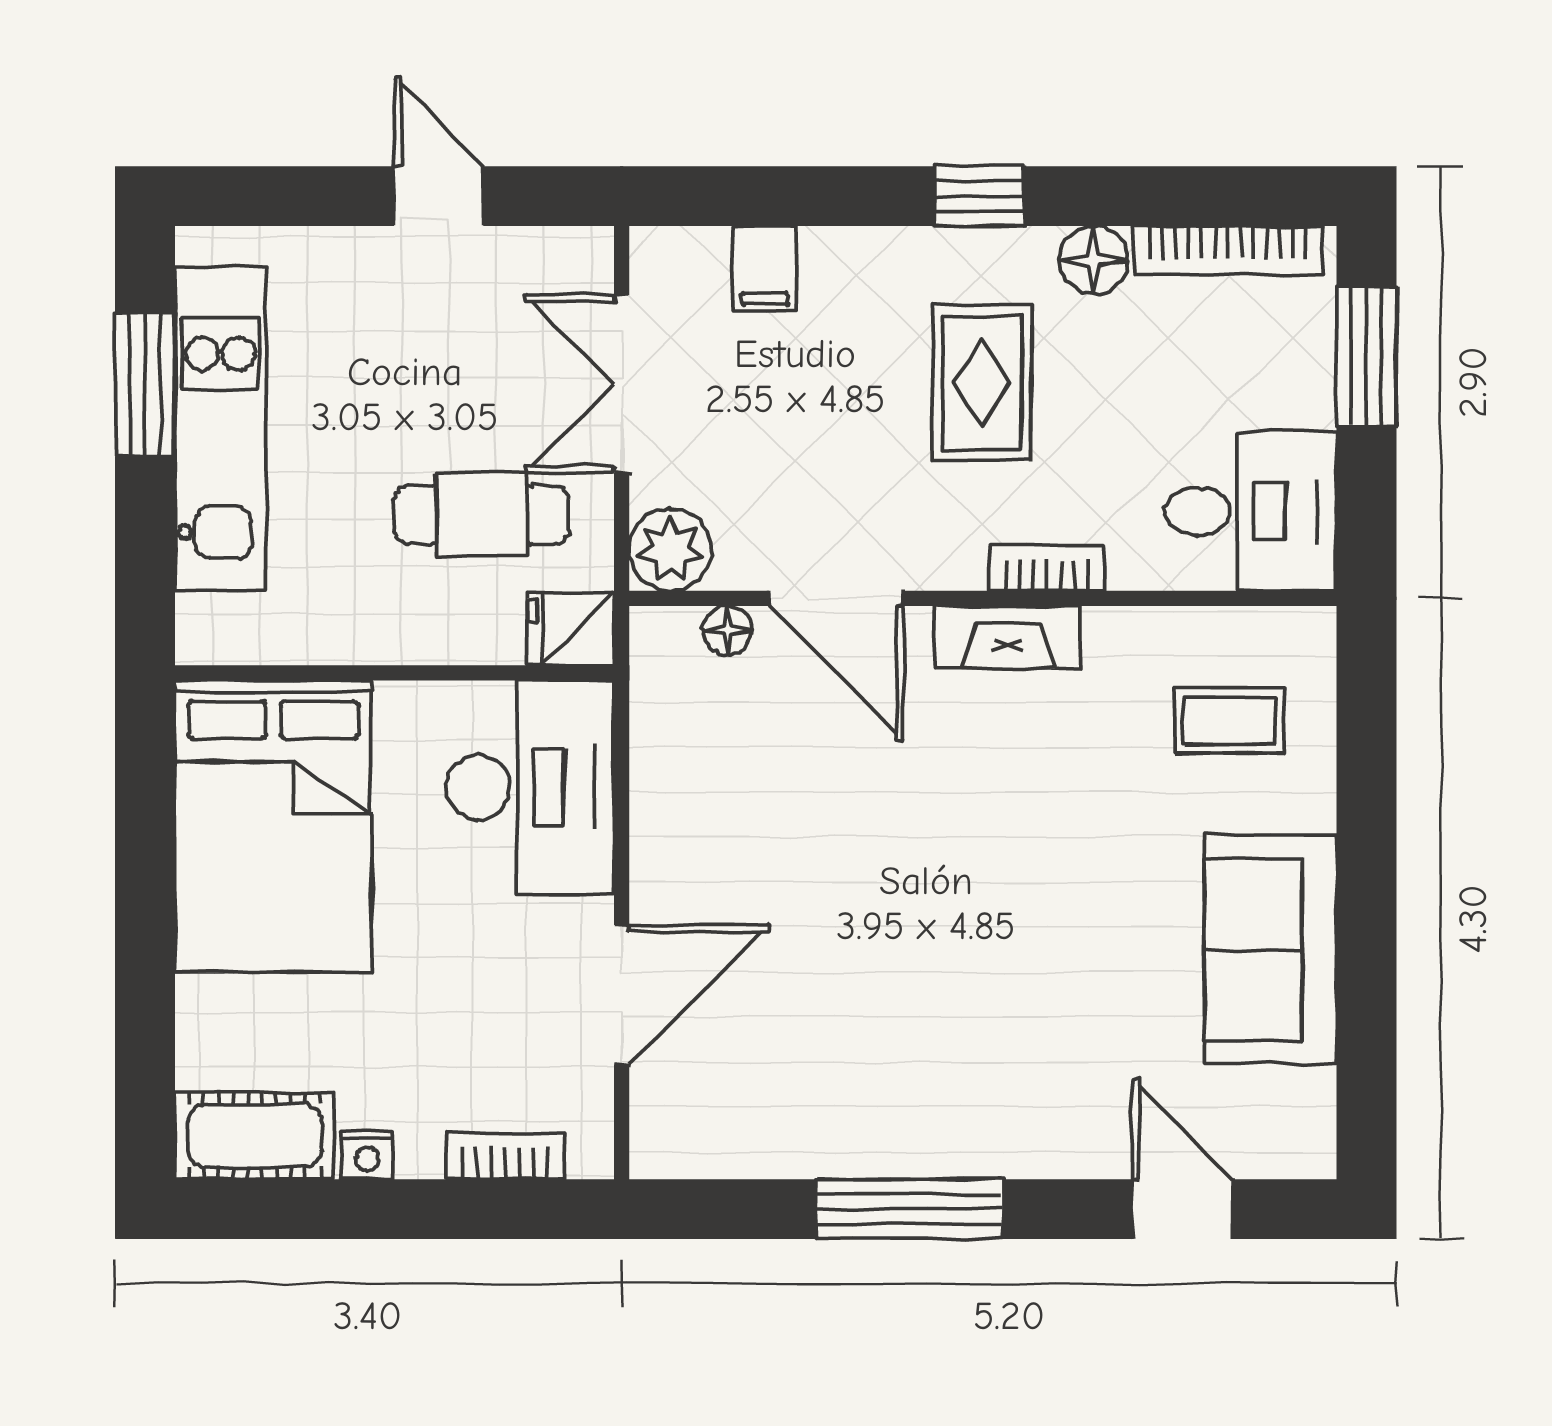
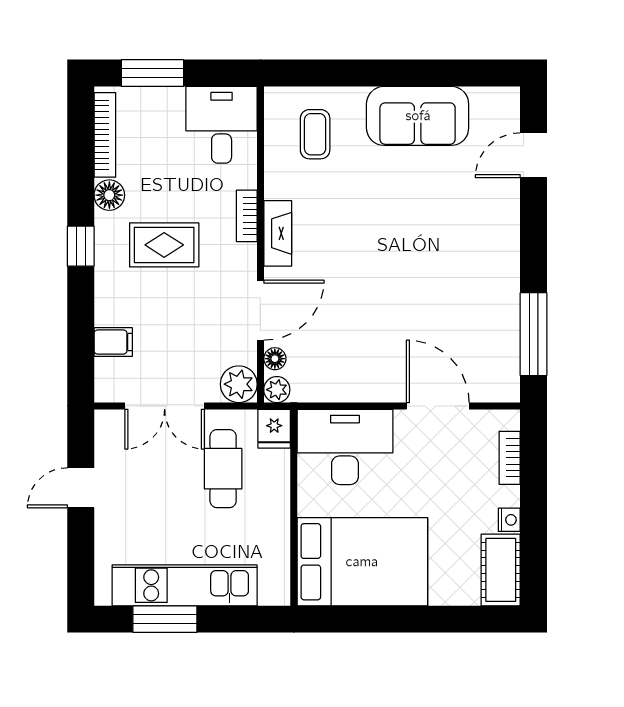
plant: (658, 635) -> (277, 390), added
window: (909, 1209) -> (534, 334), moved

